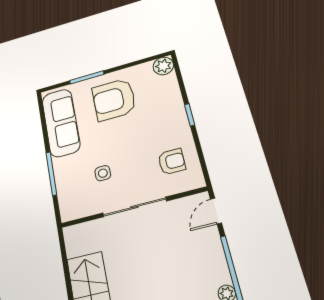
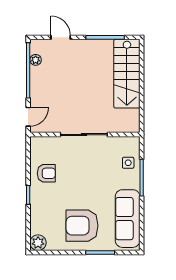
armchair: (114, 100) -> (82, 226), turned 180
armchair: (172, 162) -> (46, 173), moved, turned 180
side table: (103, 173) -> (128, 163), moved

